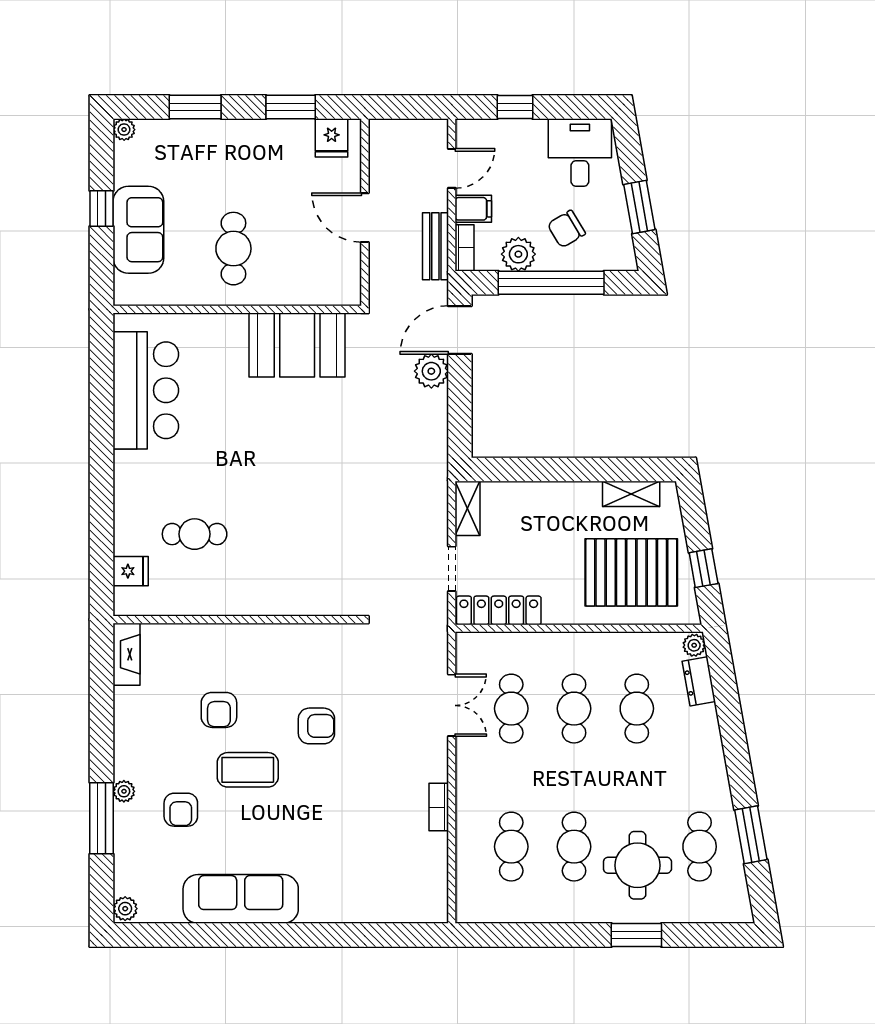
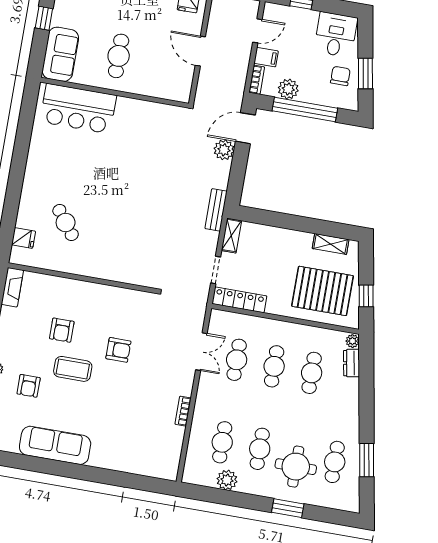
chair: (566, 229) -> (340, 76), moved, turned 121
sofa: (138, 230) -> (60, 54), moved
bench: (435, 246) -> (216, 210), moved
booth: (297, 345) -> (147, 120), removed
bar counter: (146, 390) -> (78, 109), moved, turned 90
cafe table: (195, 534) -> (66, 223), turned 53
plant: (530, 907) -> (227, 480), added

